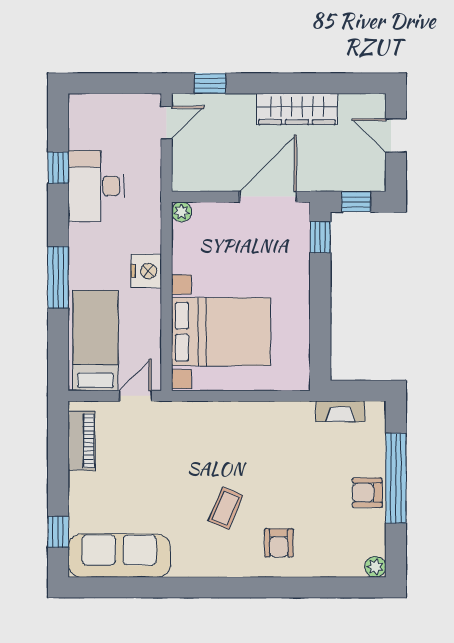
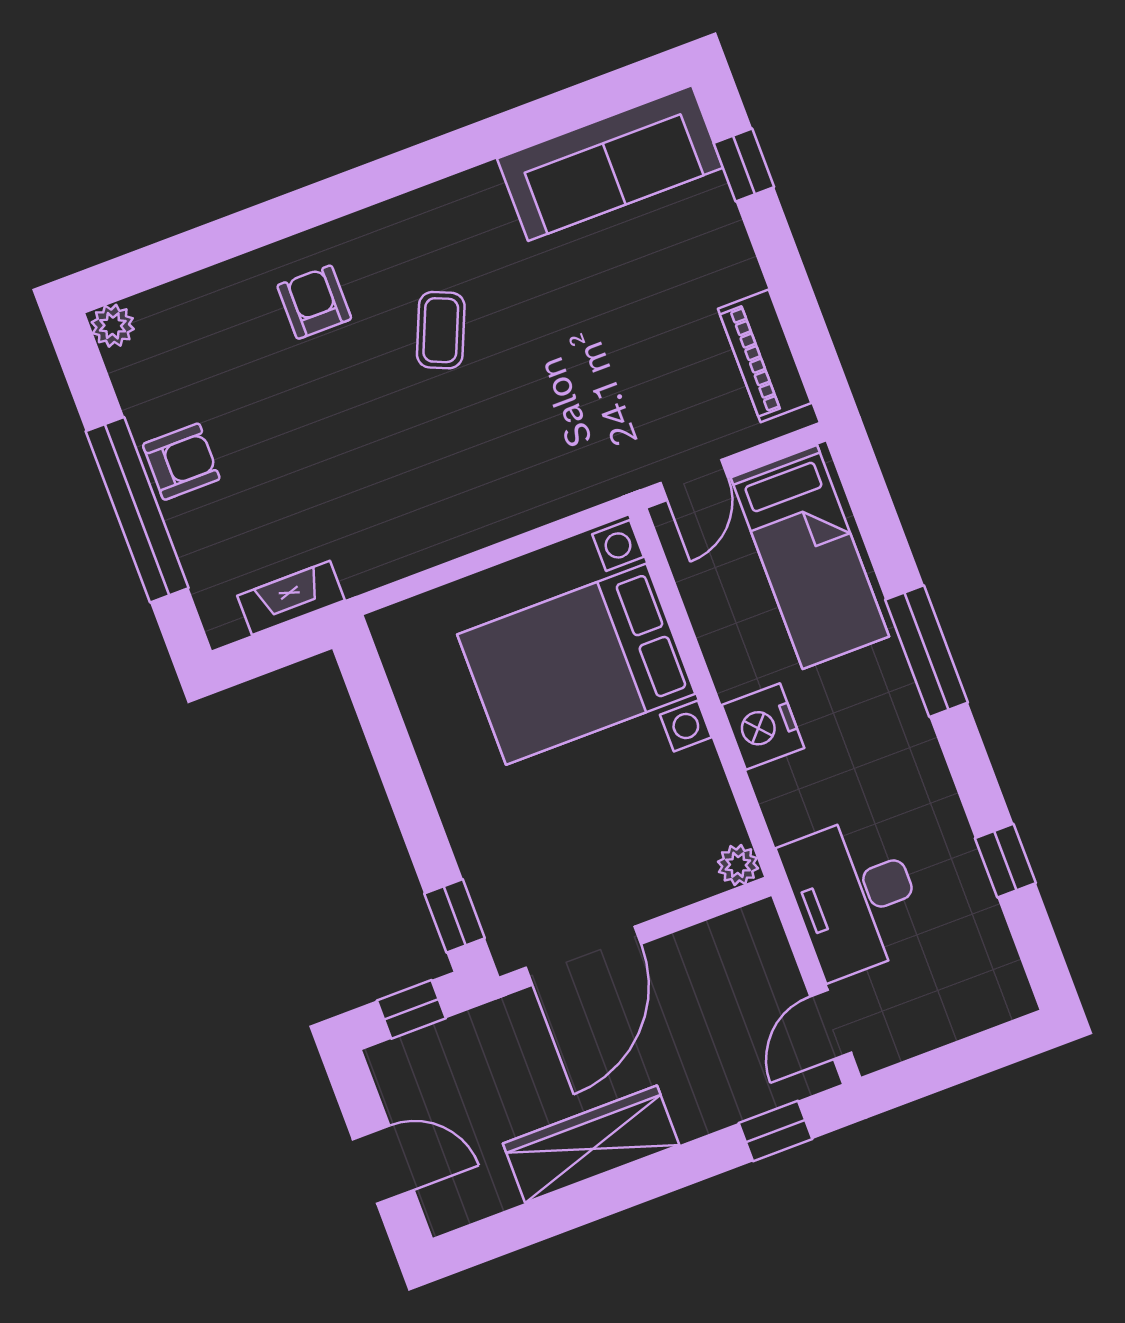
desk: (96, 186) -> (854, 896), moved, turned 180

